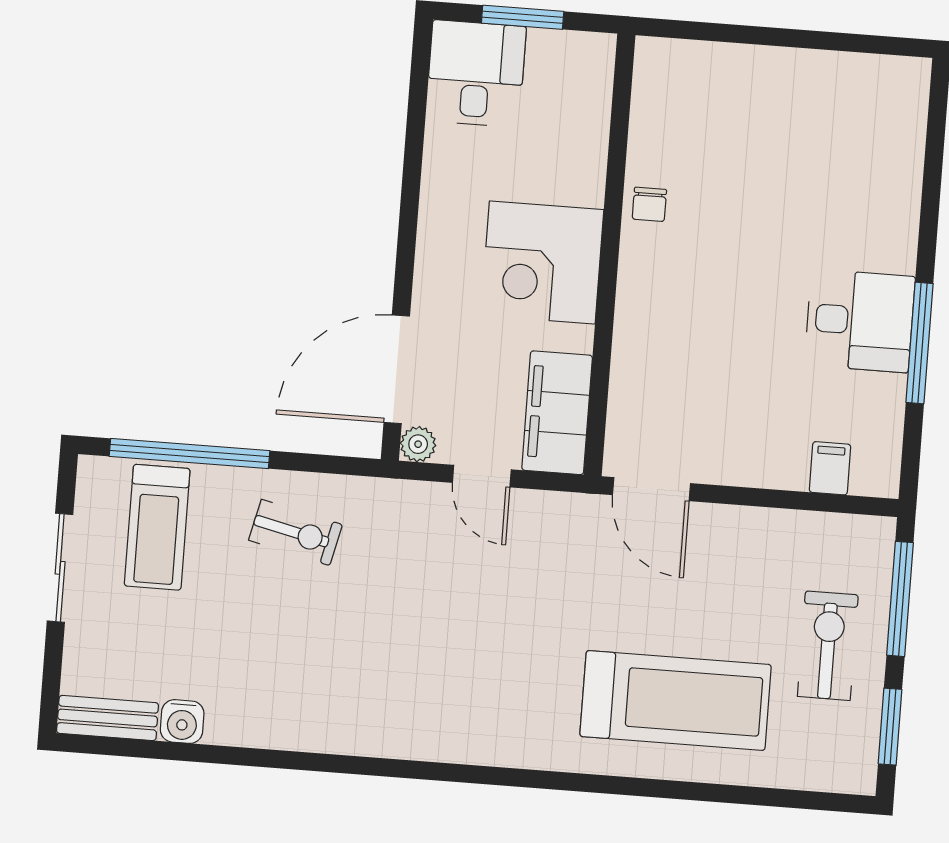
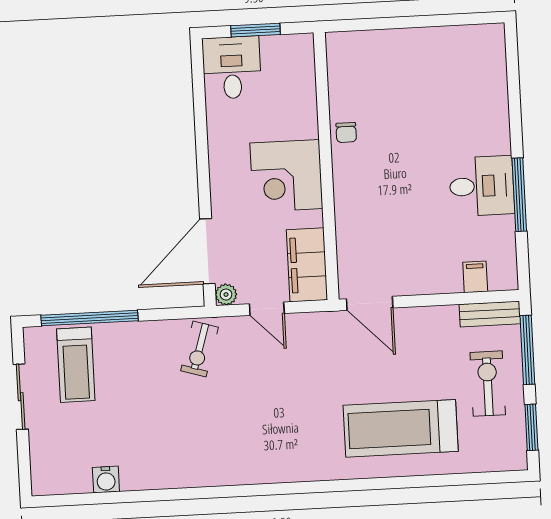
exercise bike: (295, 532) -> (199, 349), moved, turned 94
treadmill: (676, 700) -> (401, 428), turned 180
bench: (108, 718) -> (490, 314), moved

